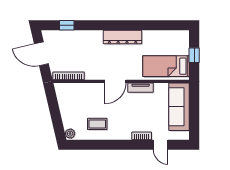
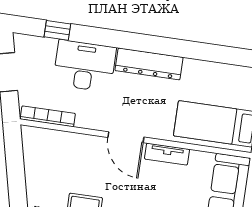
desk: (85, 44) -> (85, 66), added
door: (115, 81) -> (126, 137), hinge flipped

